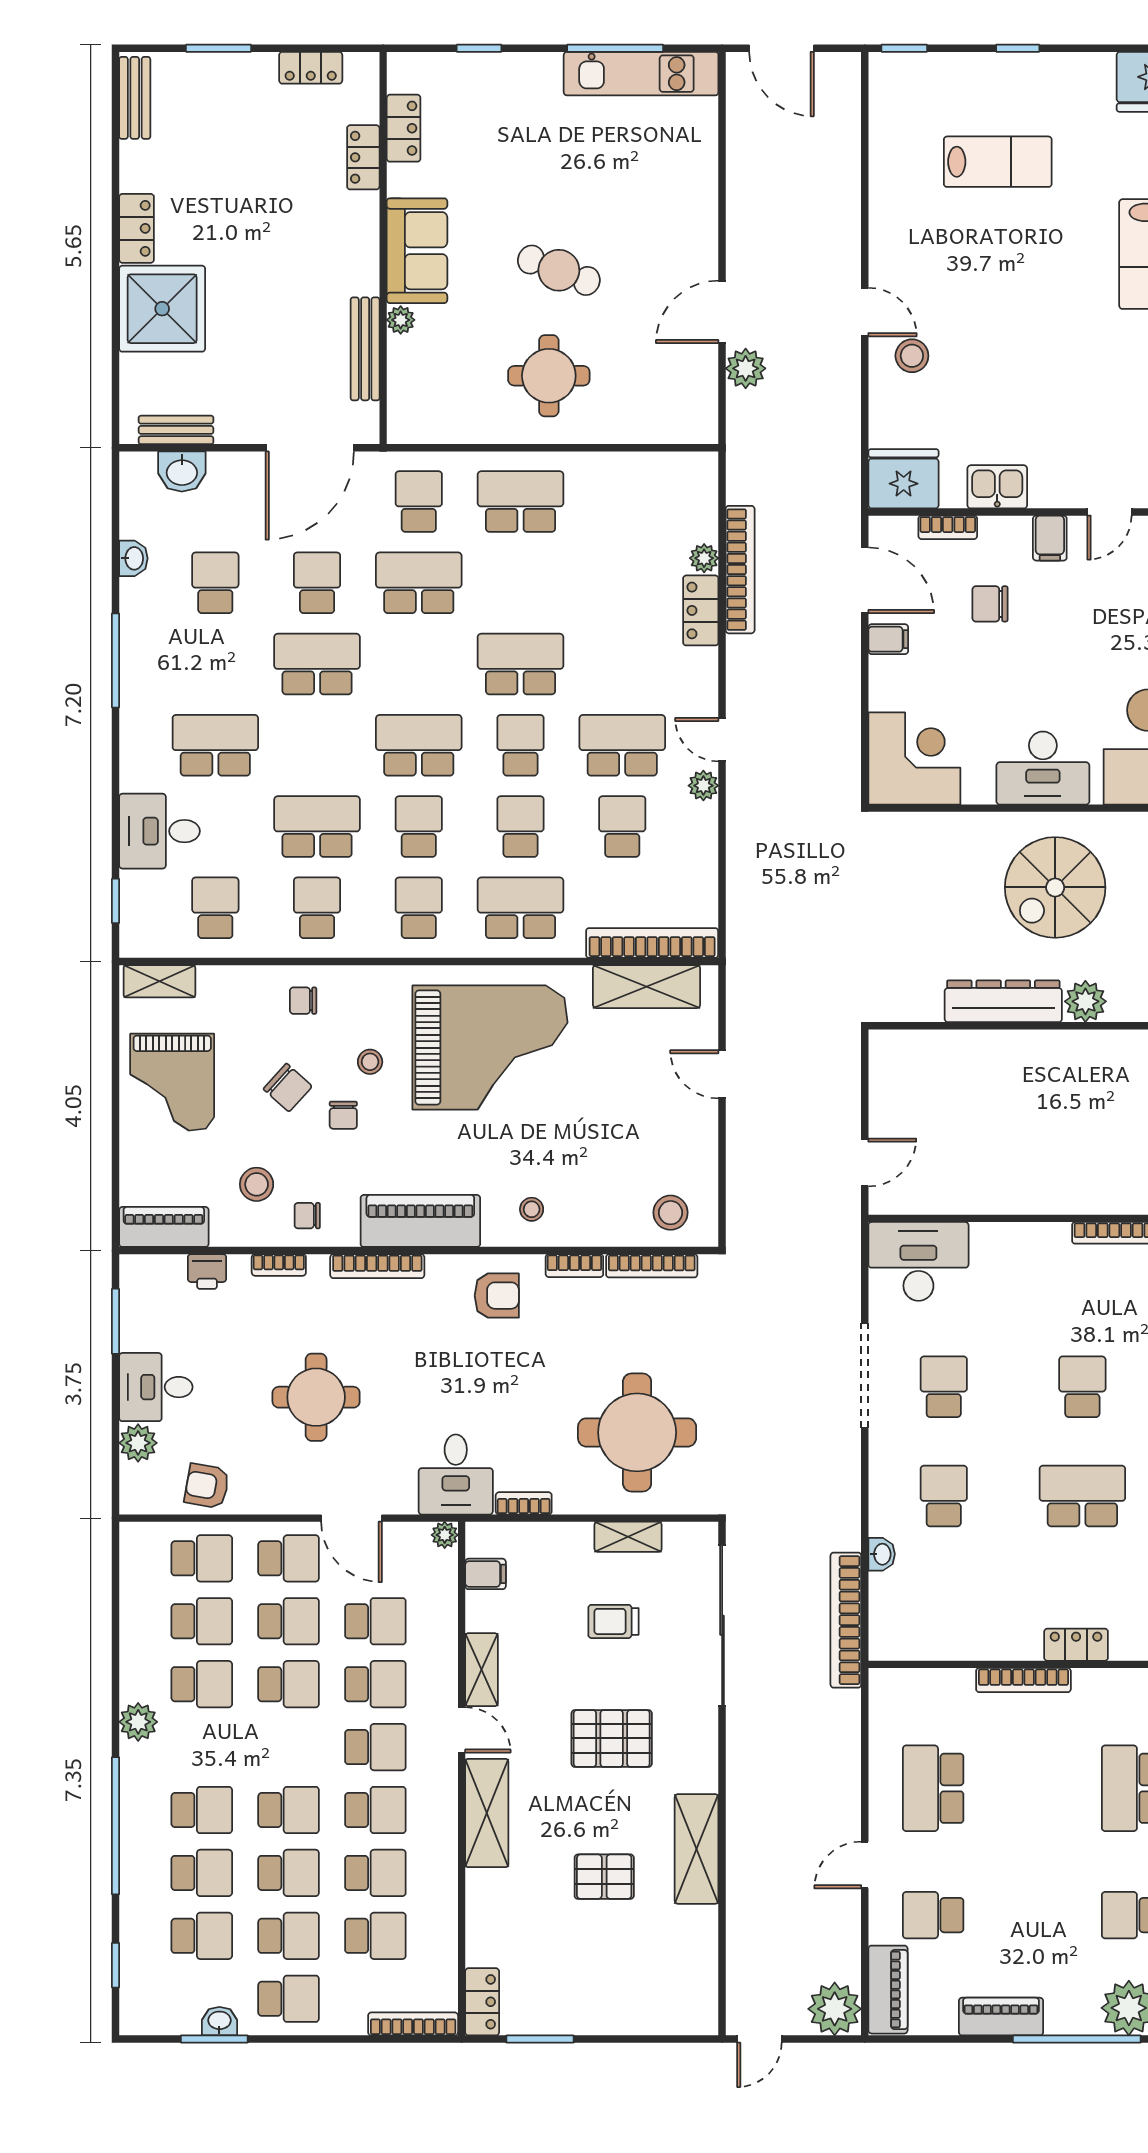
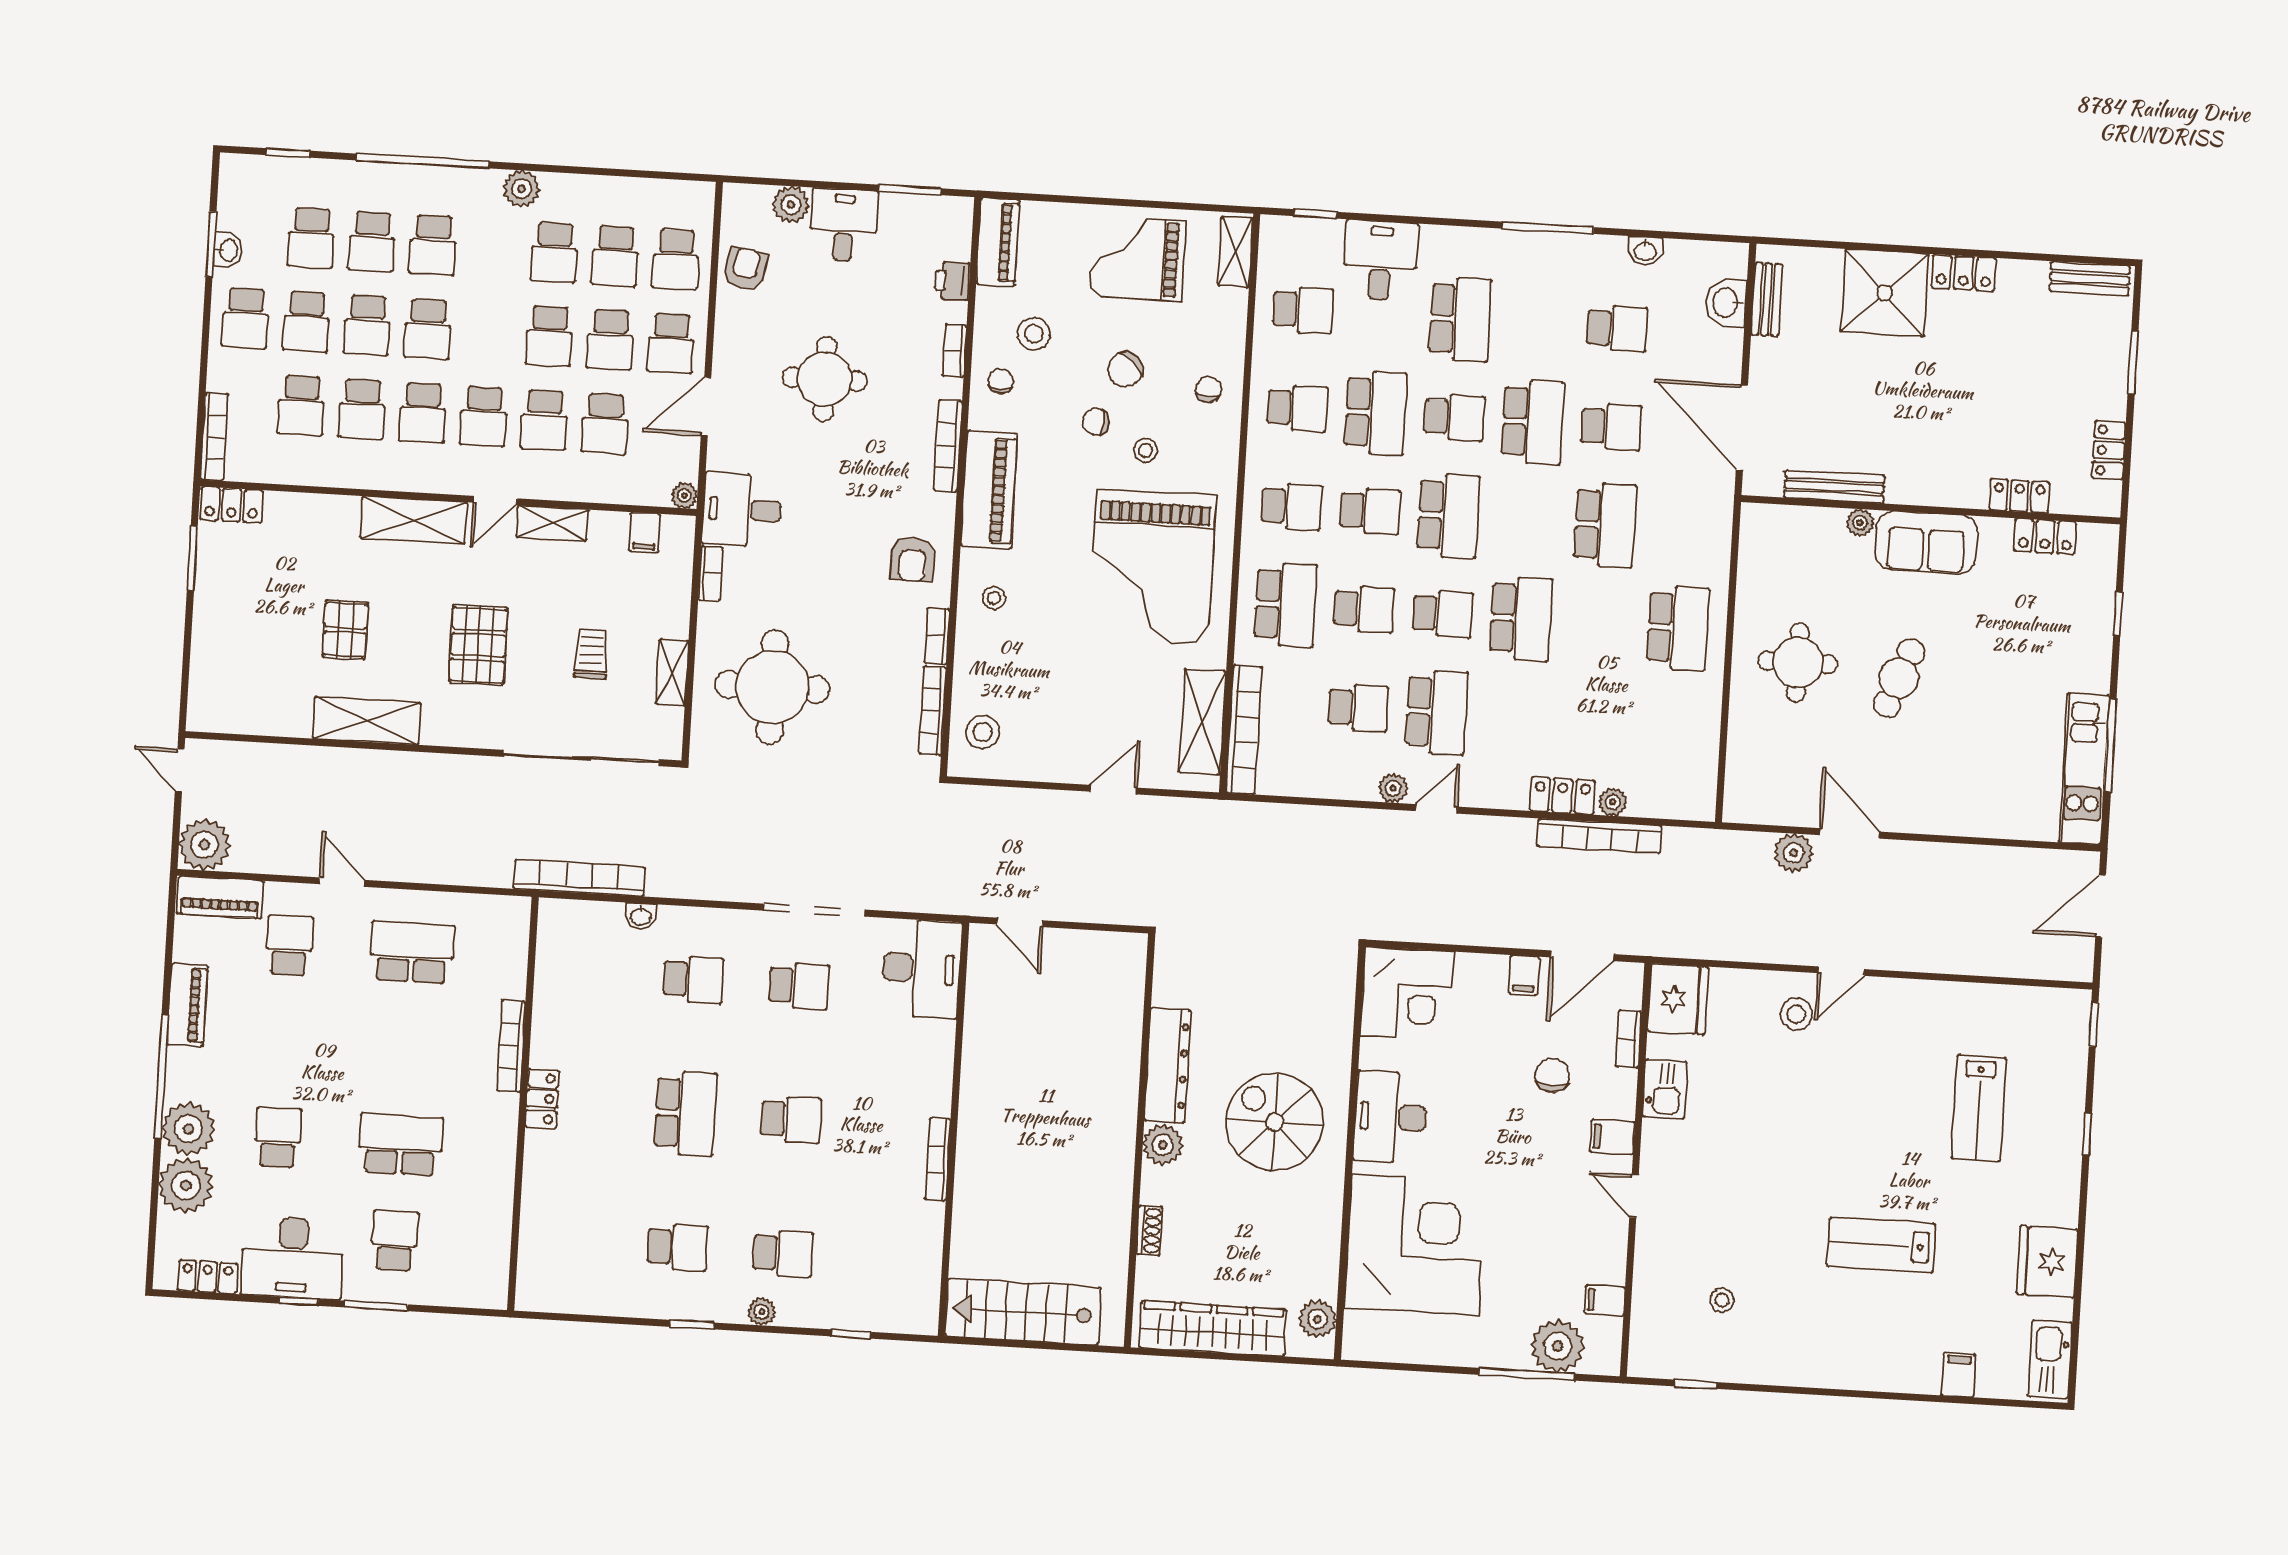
school desk: (419, 502) -> (1454, 417), moved

